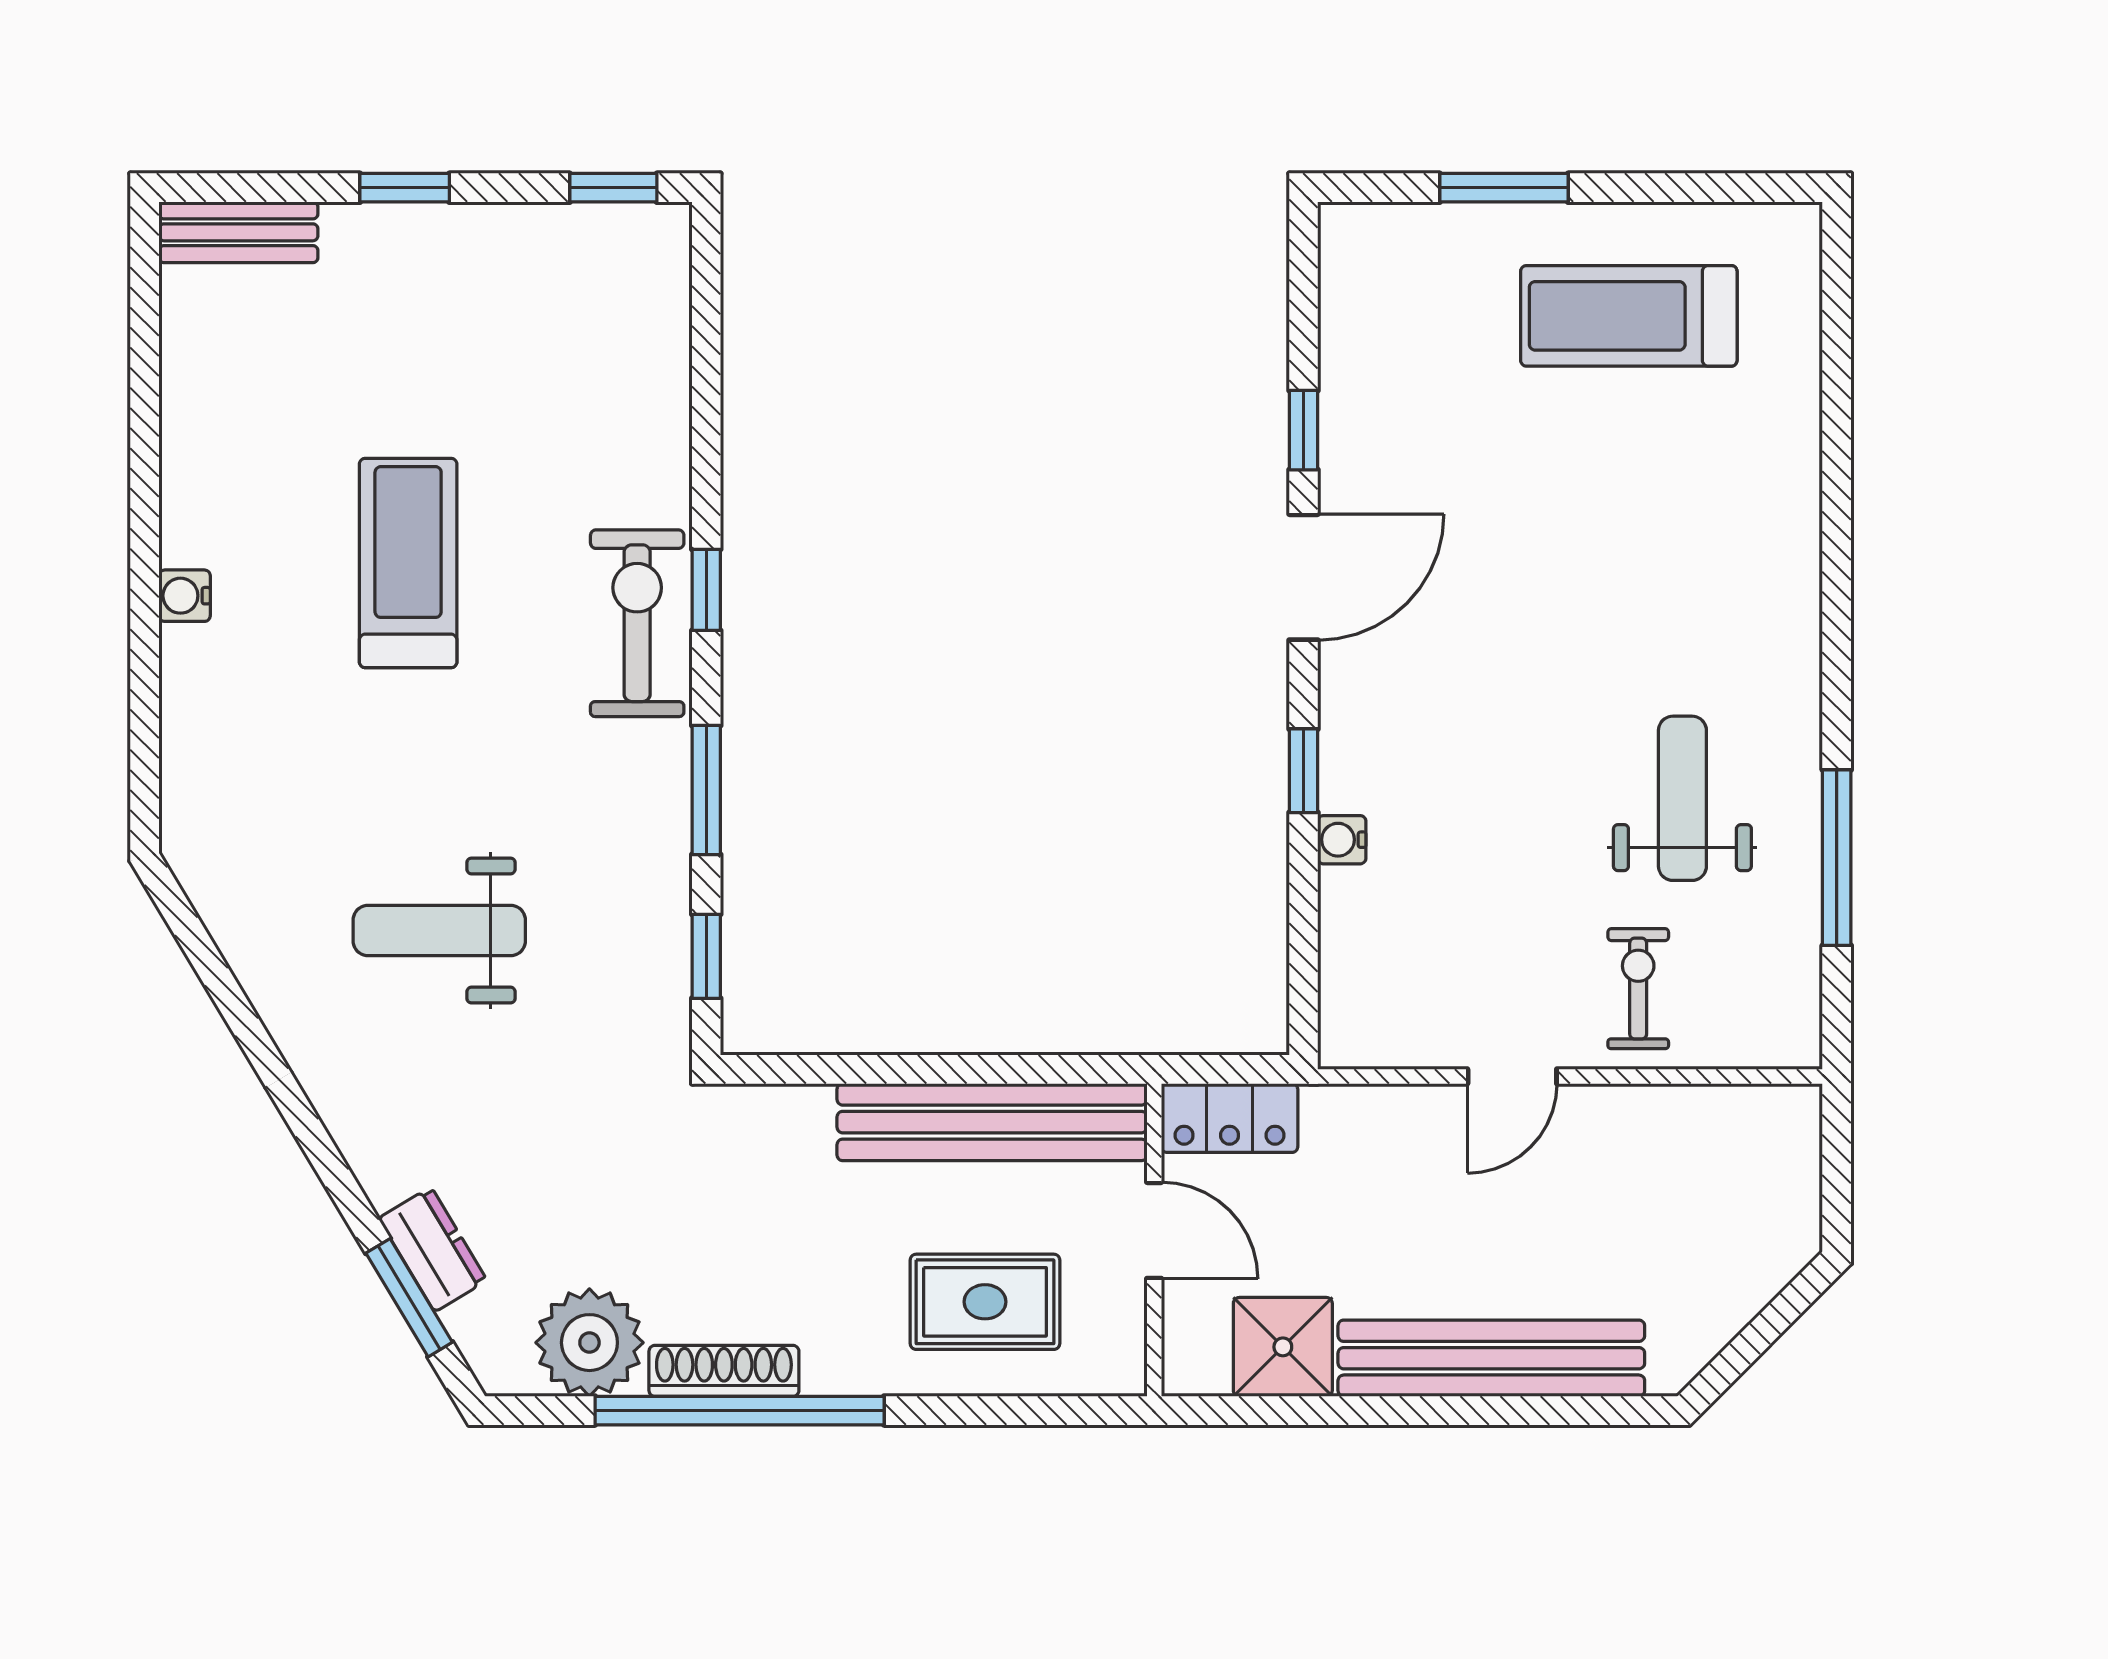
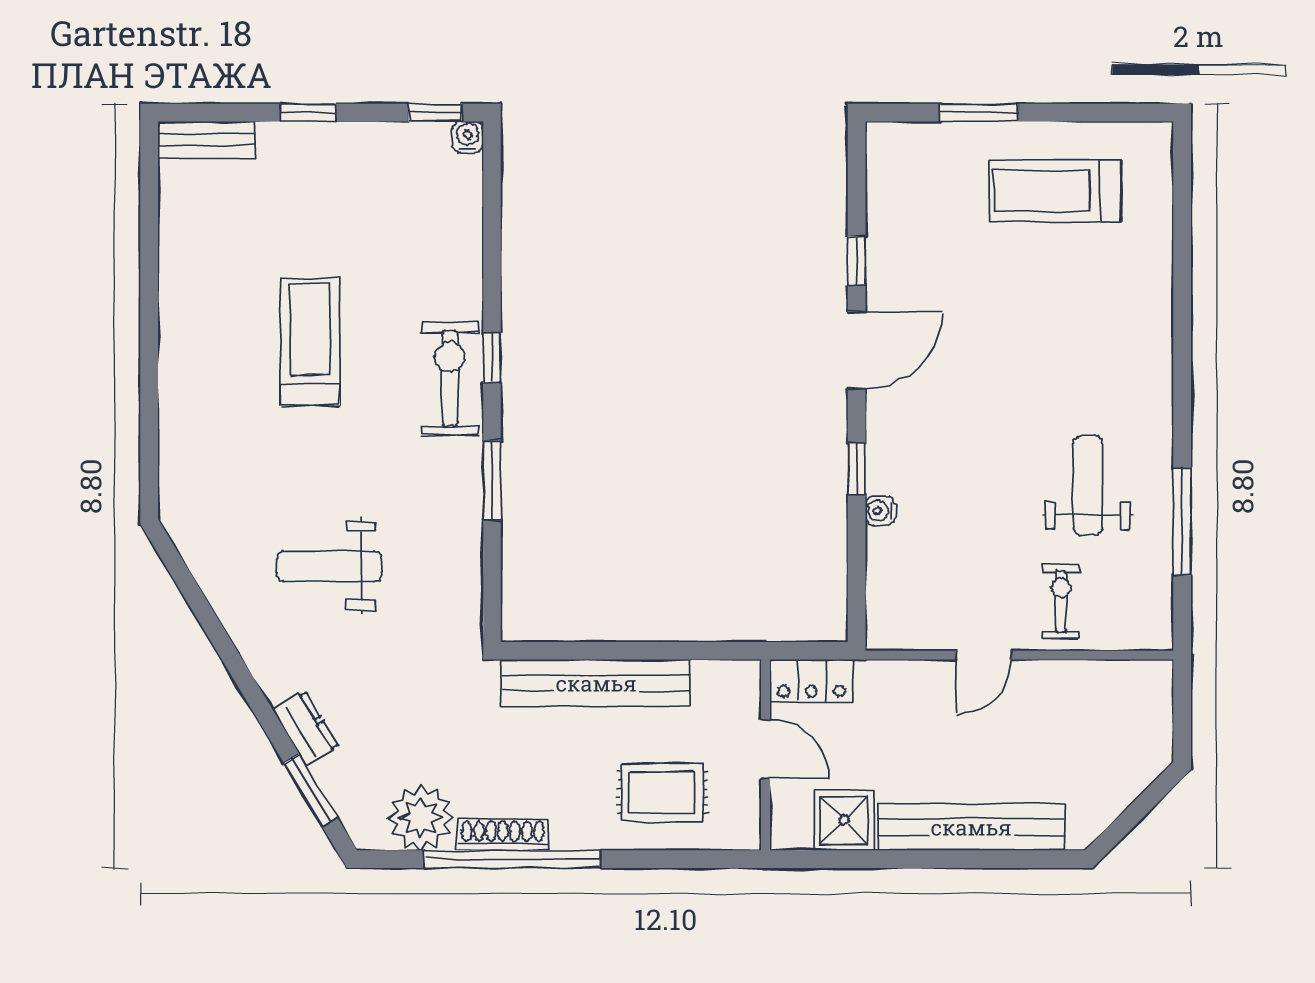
water cooler: (185, 596) -> (468, 137), moved, turned 90
window: (706, 956) -> (492, 582), removed
bench: (992, 1122) -> (596, 683), moved
dresser: (433, 1249) -> (306, 728), moved

